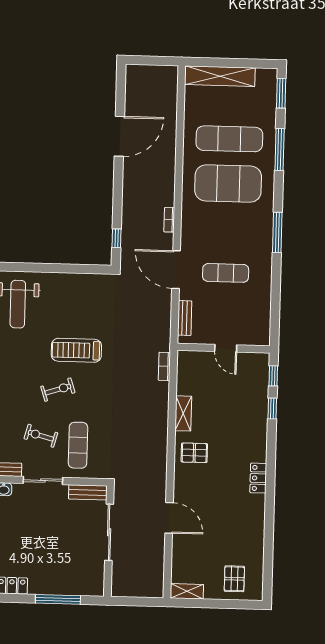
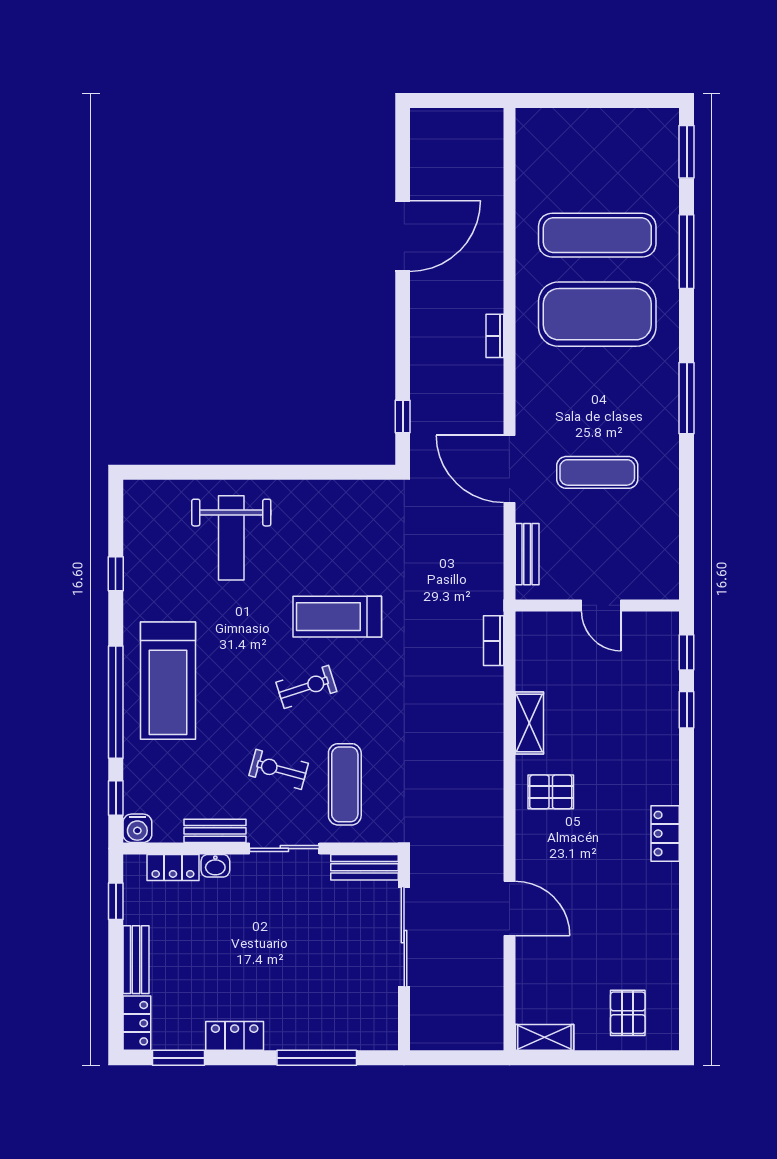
shelving: (220, 76) -> (577, 125), removed
bookcase: (169, 220) -> (495, 336), moved

